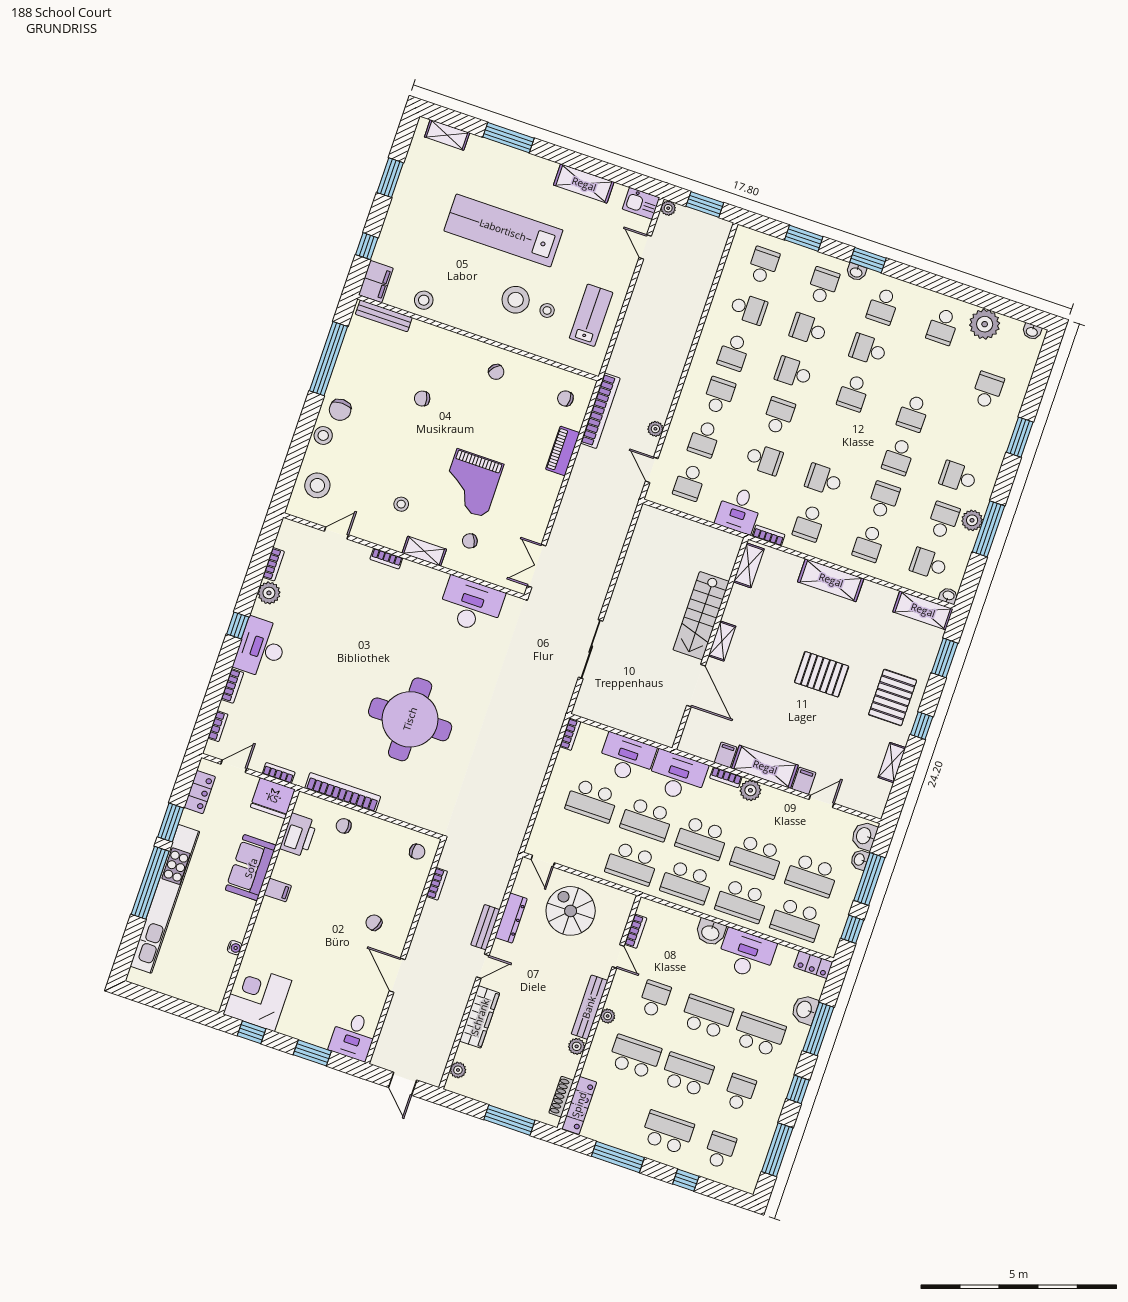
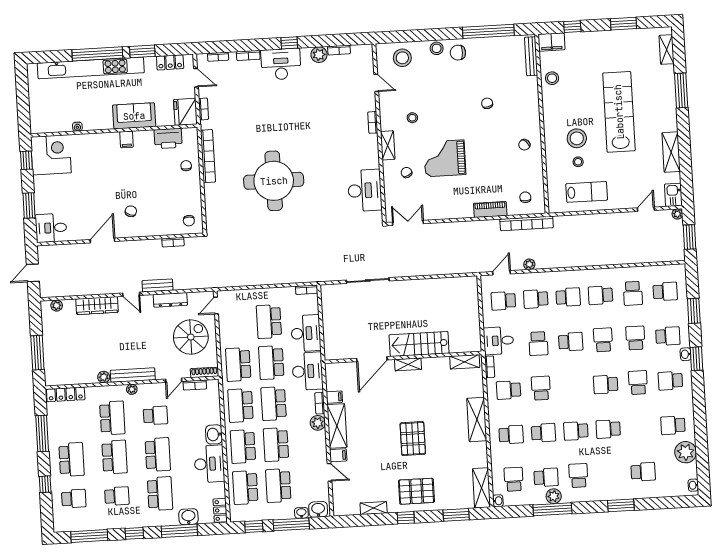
school desk: (869, 543) -> (511, 435), turned 180
shoe rack: (561, 1097) -> (204, 372), moved

